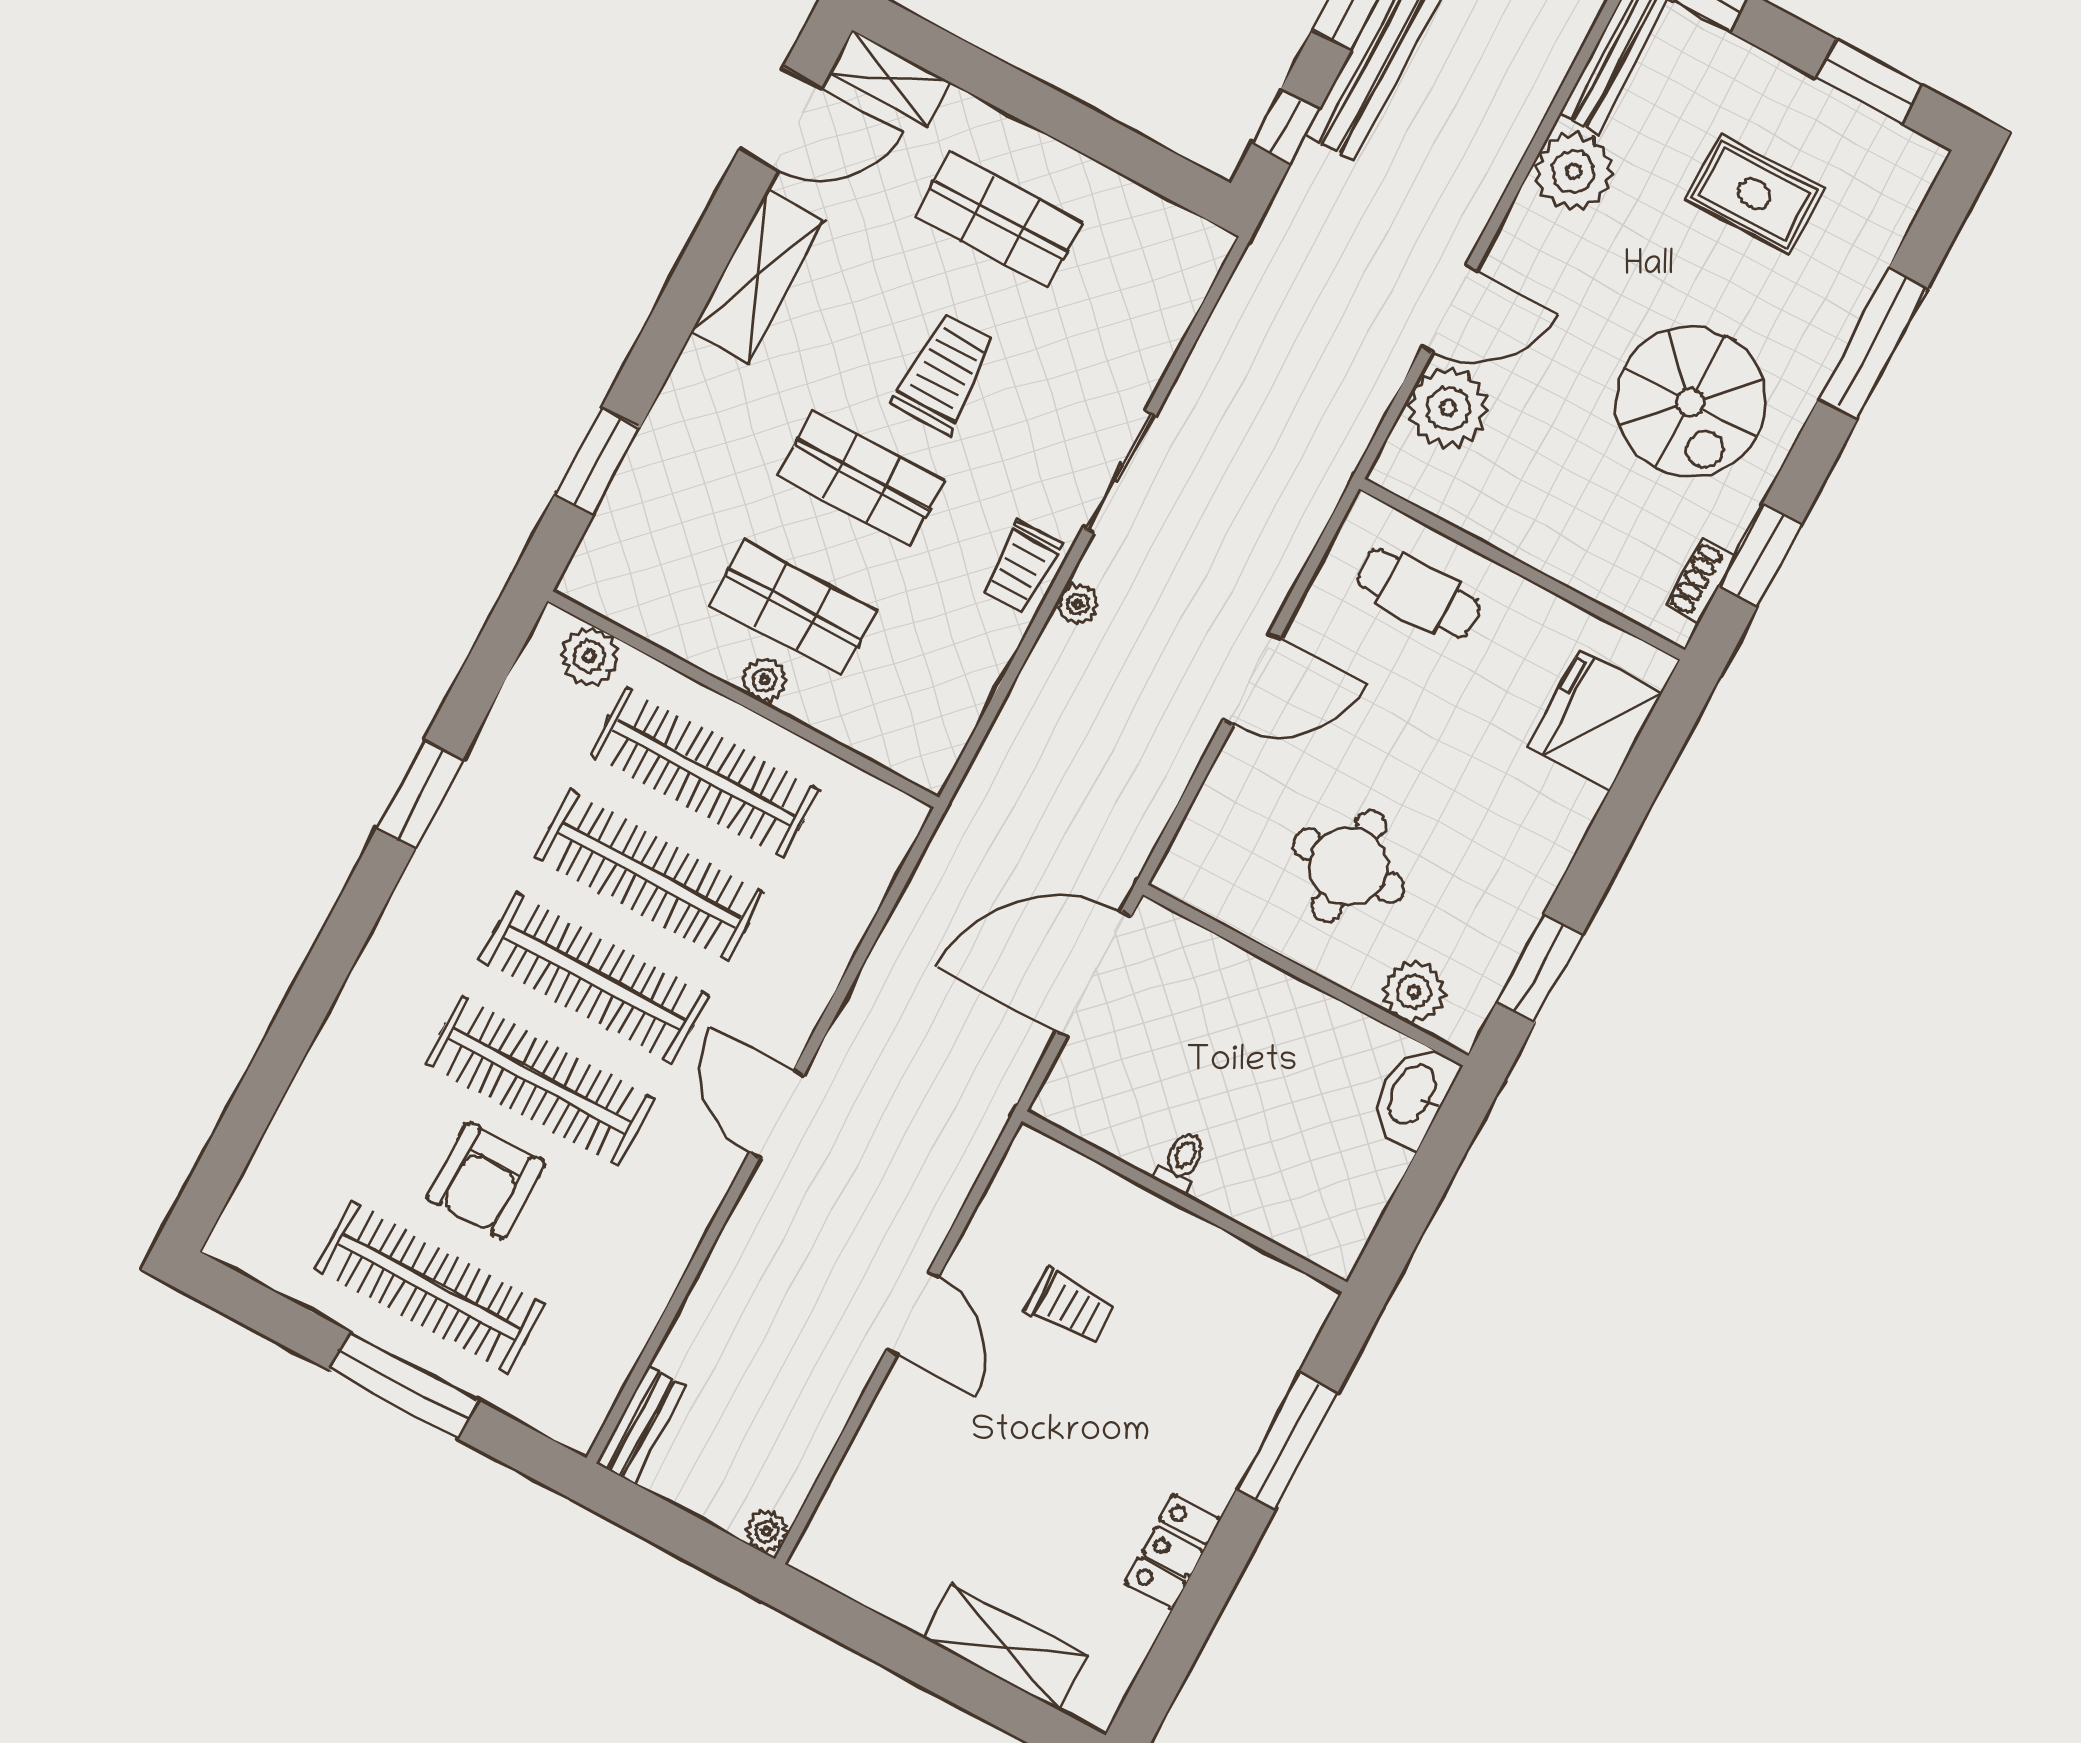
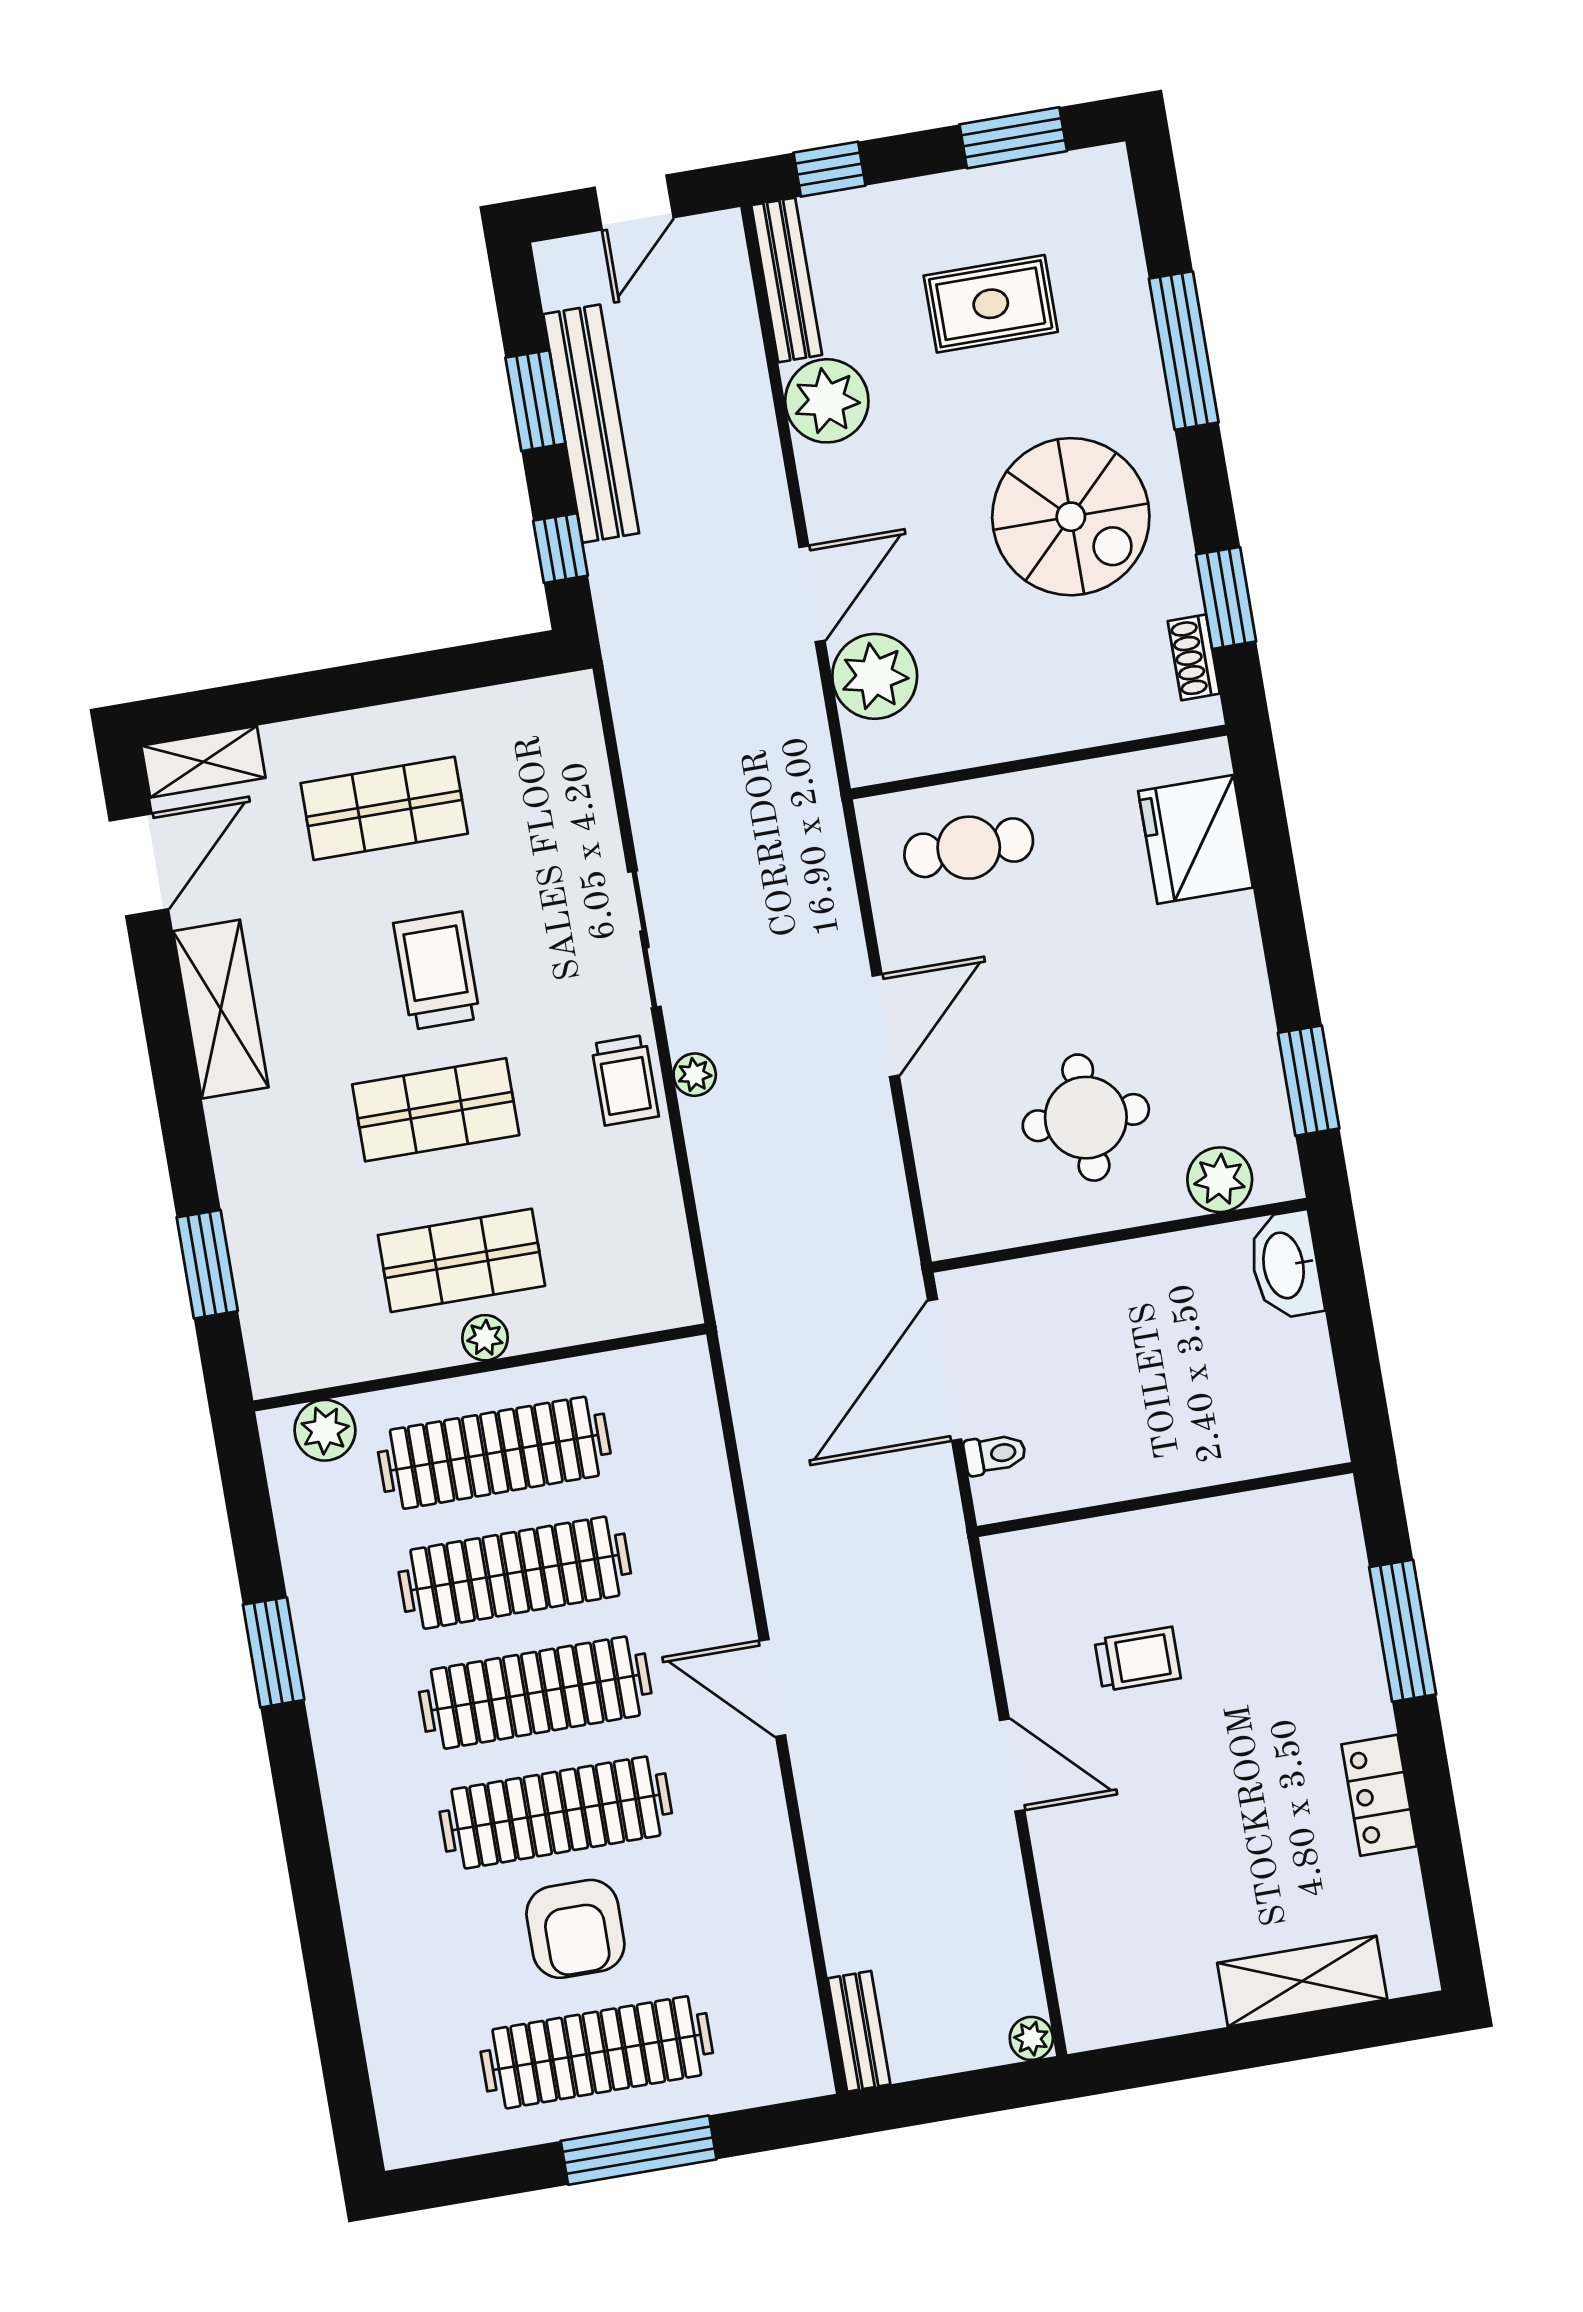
toilet: (1182, 1162) -> (995, 1454), moved, turned 90

